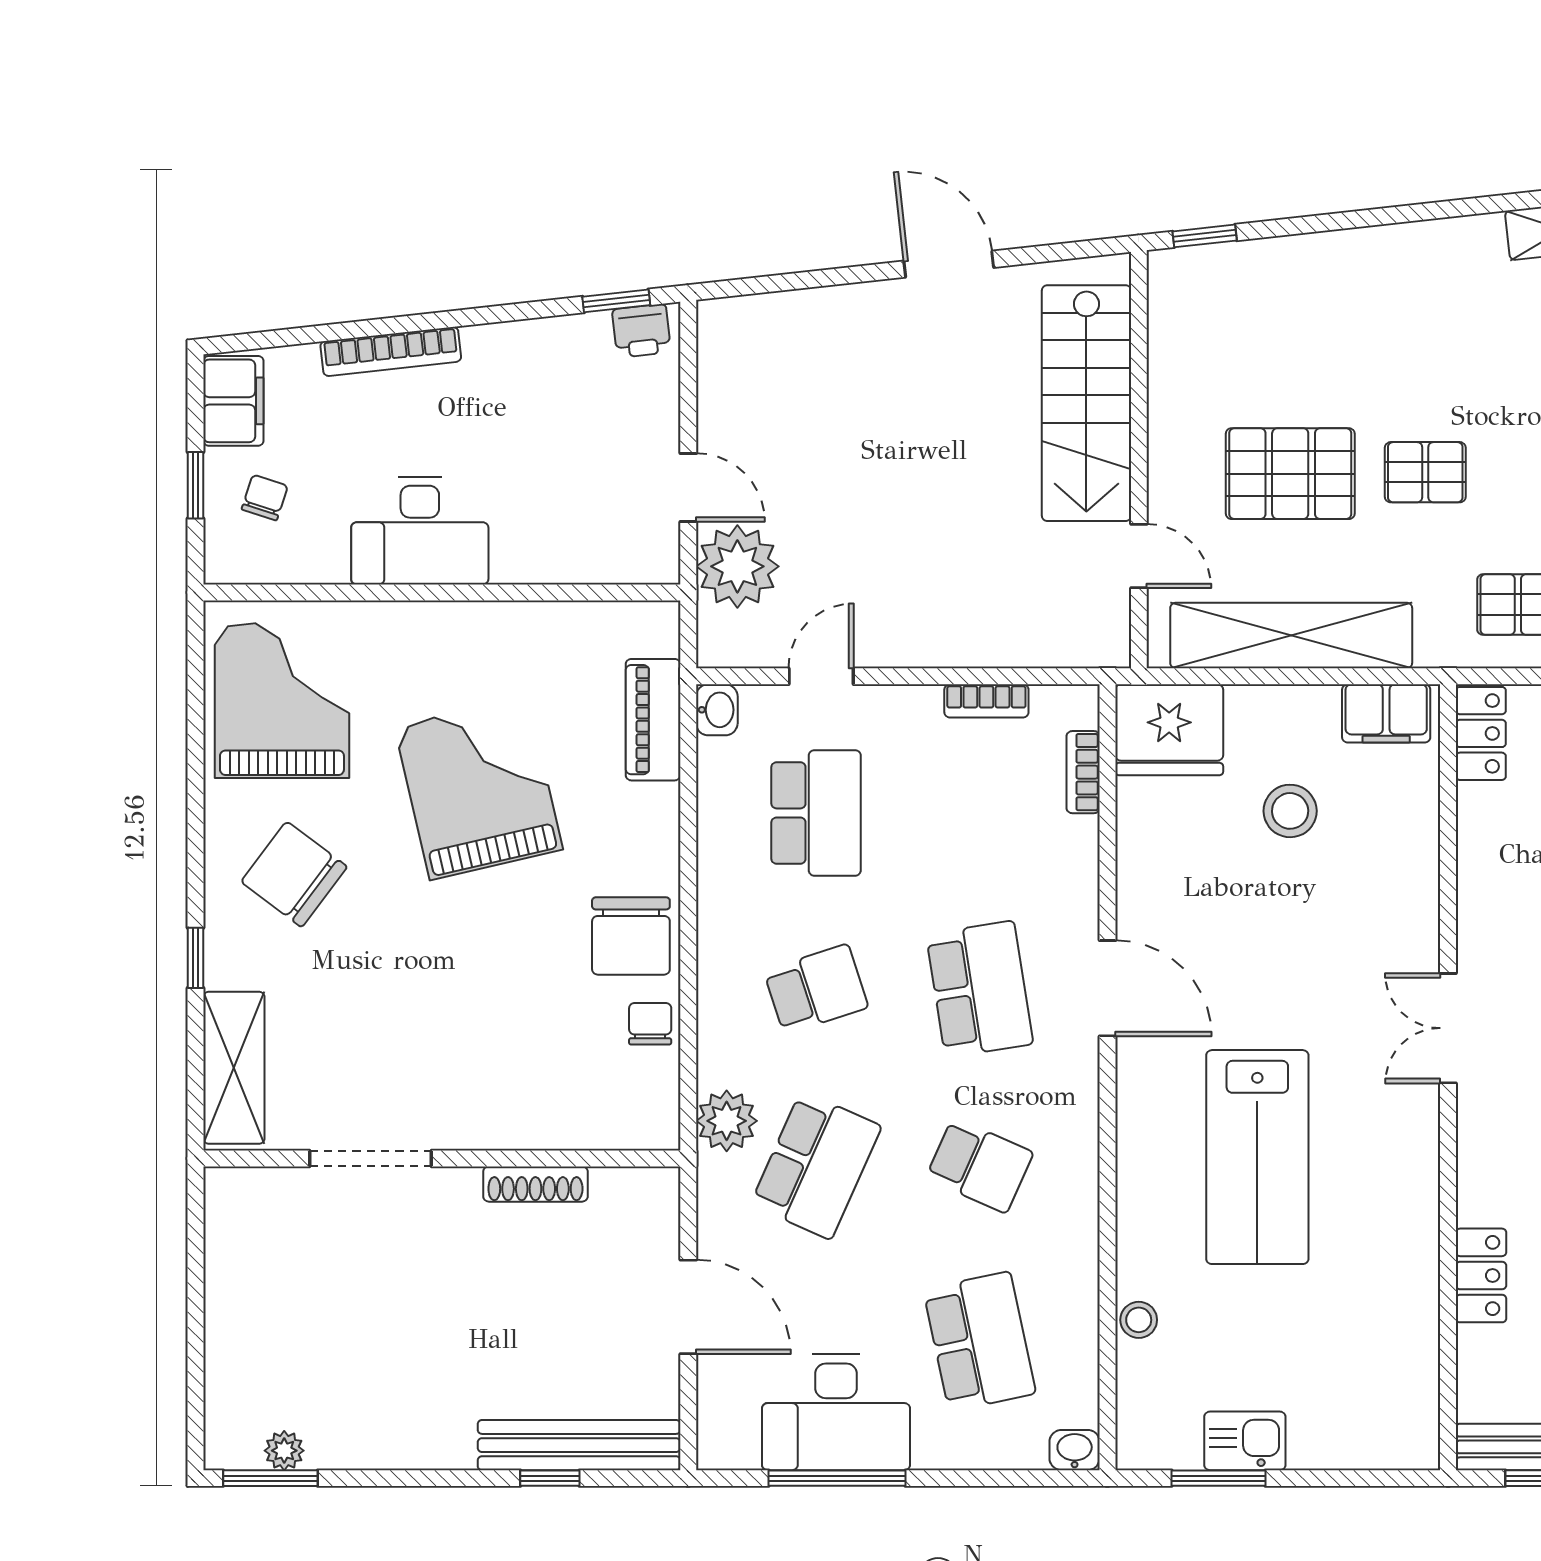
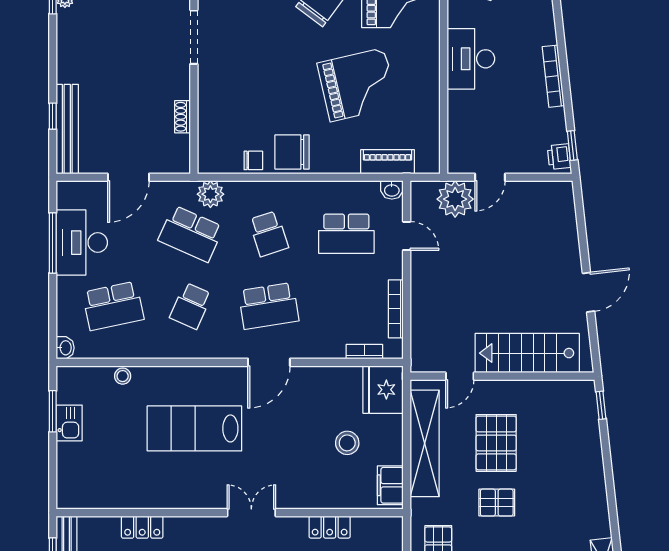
bookcase: (391, 351) -> (553, 76), moved
pallet: (1425, 472) -> (497, 503), turned 90
bookcase: (986, 701) -> (396, 309), width x1.56
locker: (1481, 733) -> (330, 527), moved
shoe rack: (535, 1184) -> (183, 117), width x0.70

